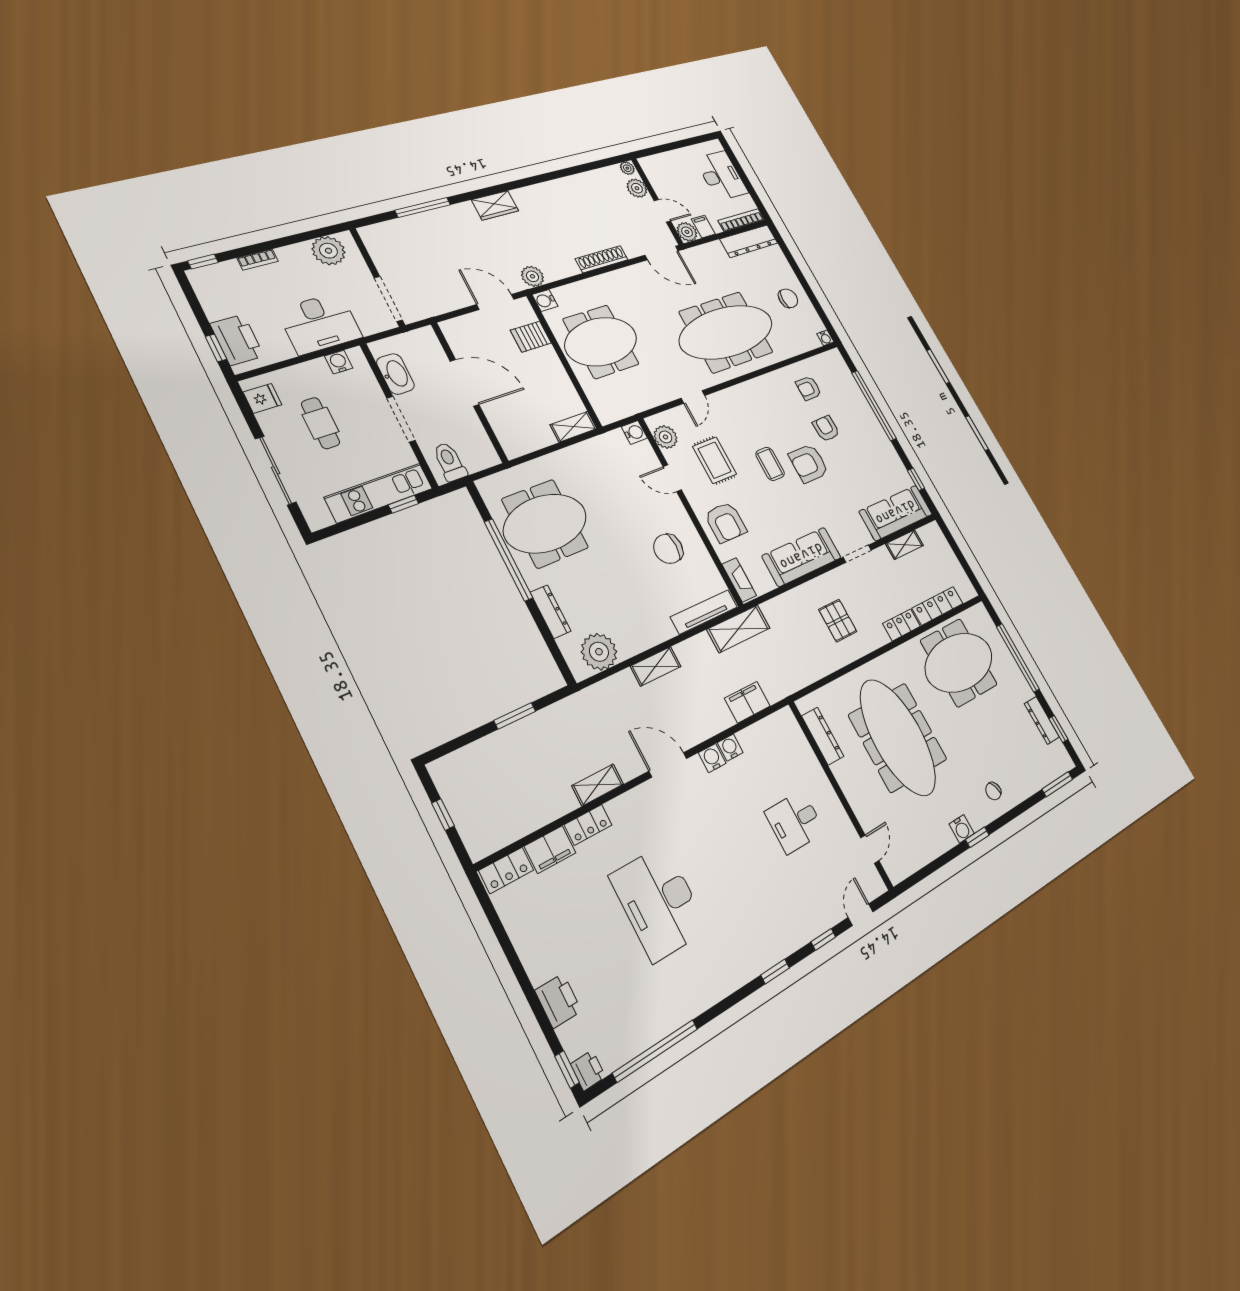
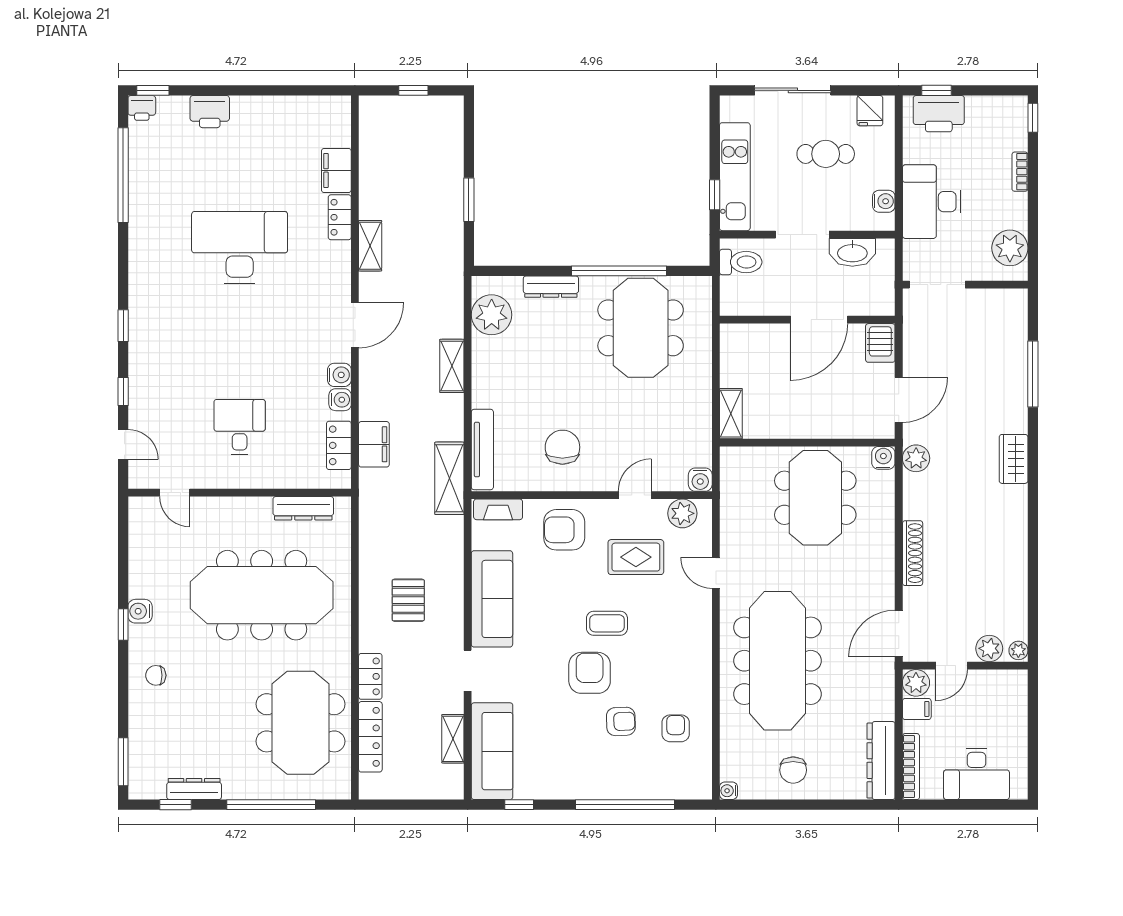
server rack: (531, 337) -> (880, 343), moved, turned 180
pallet: (838, 621) -> (408, 600), turned 90
chair: (993, 791) -> (156, 675), turned -66
locker: (506, 870) -> (339, 445), moved

